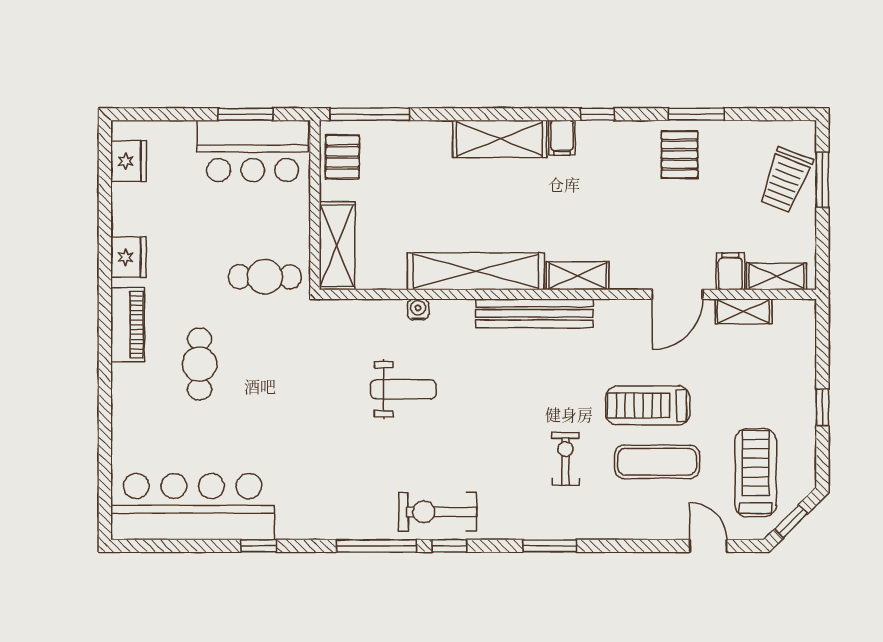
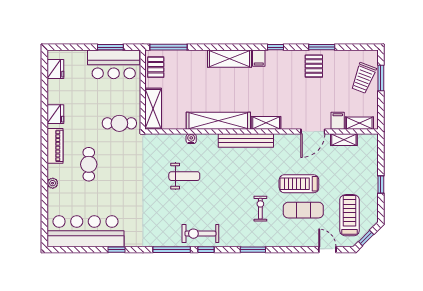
plant: (122, 404) -> (53, 183), added

